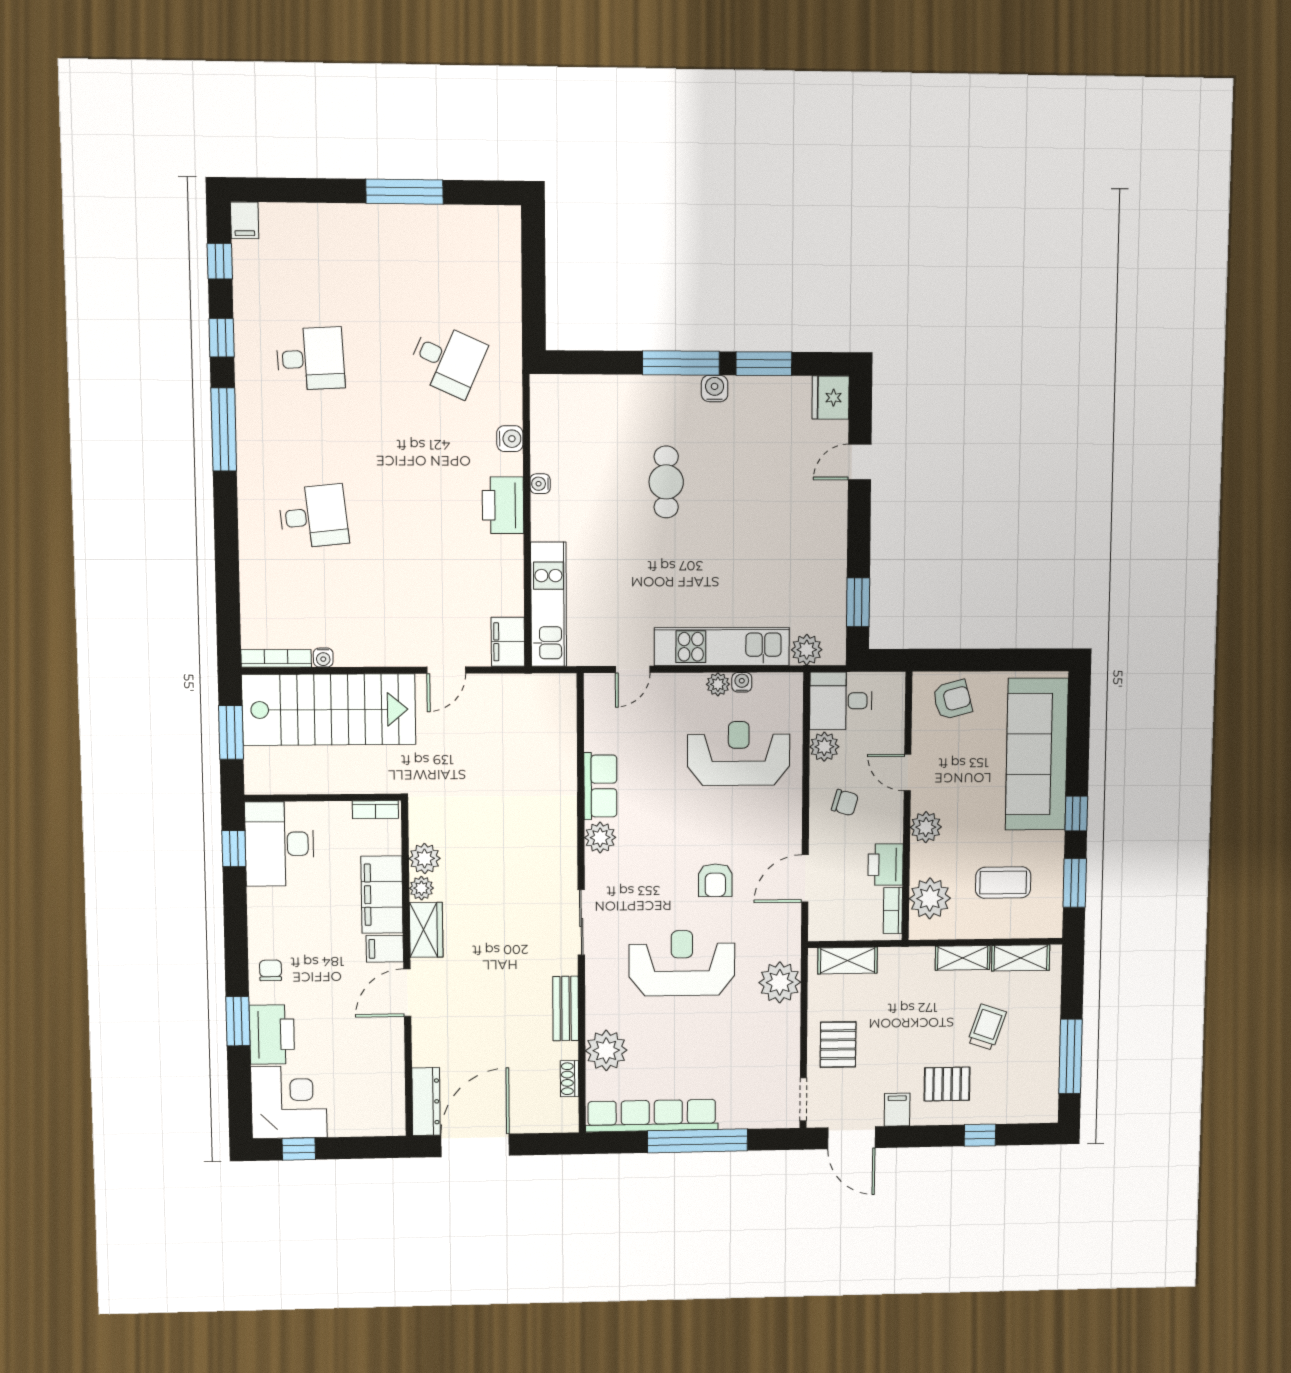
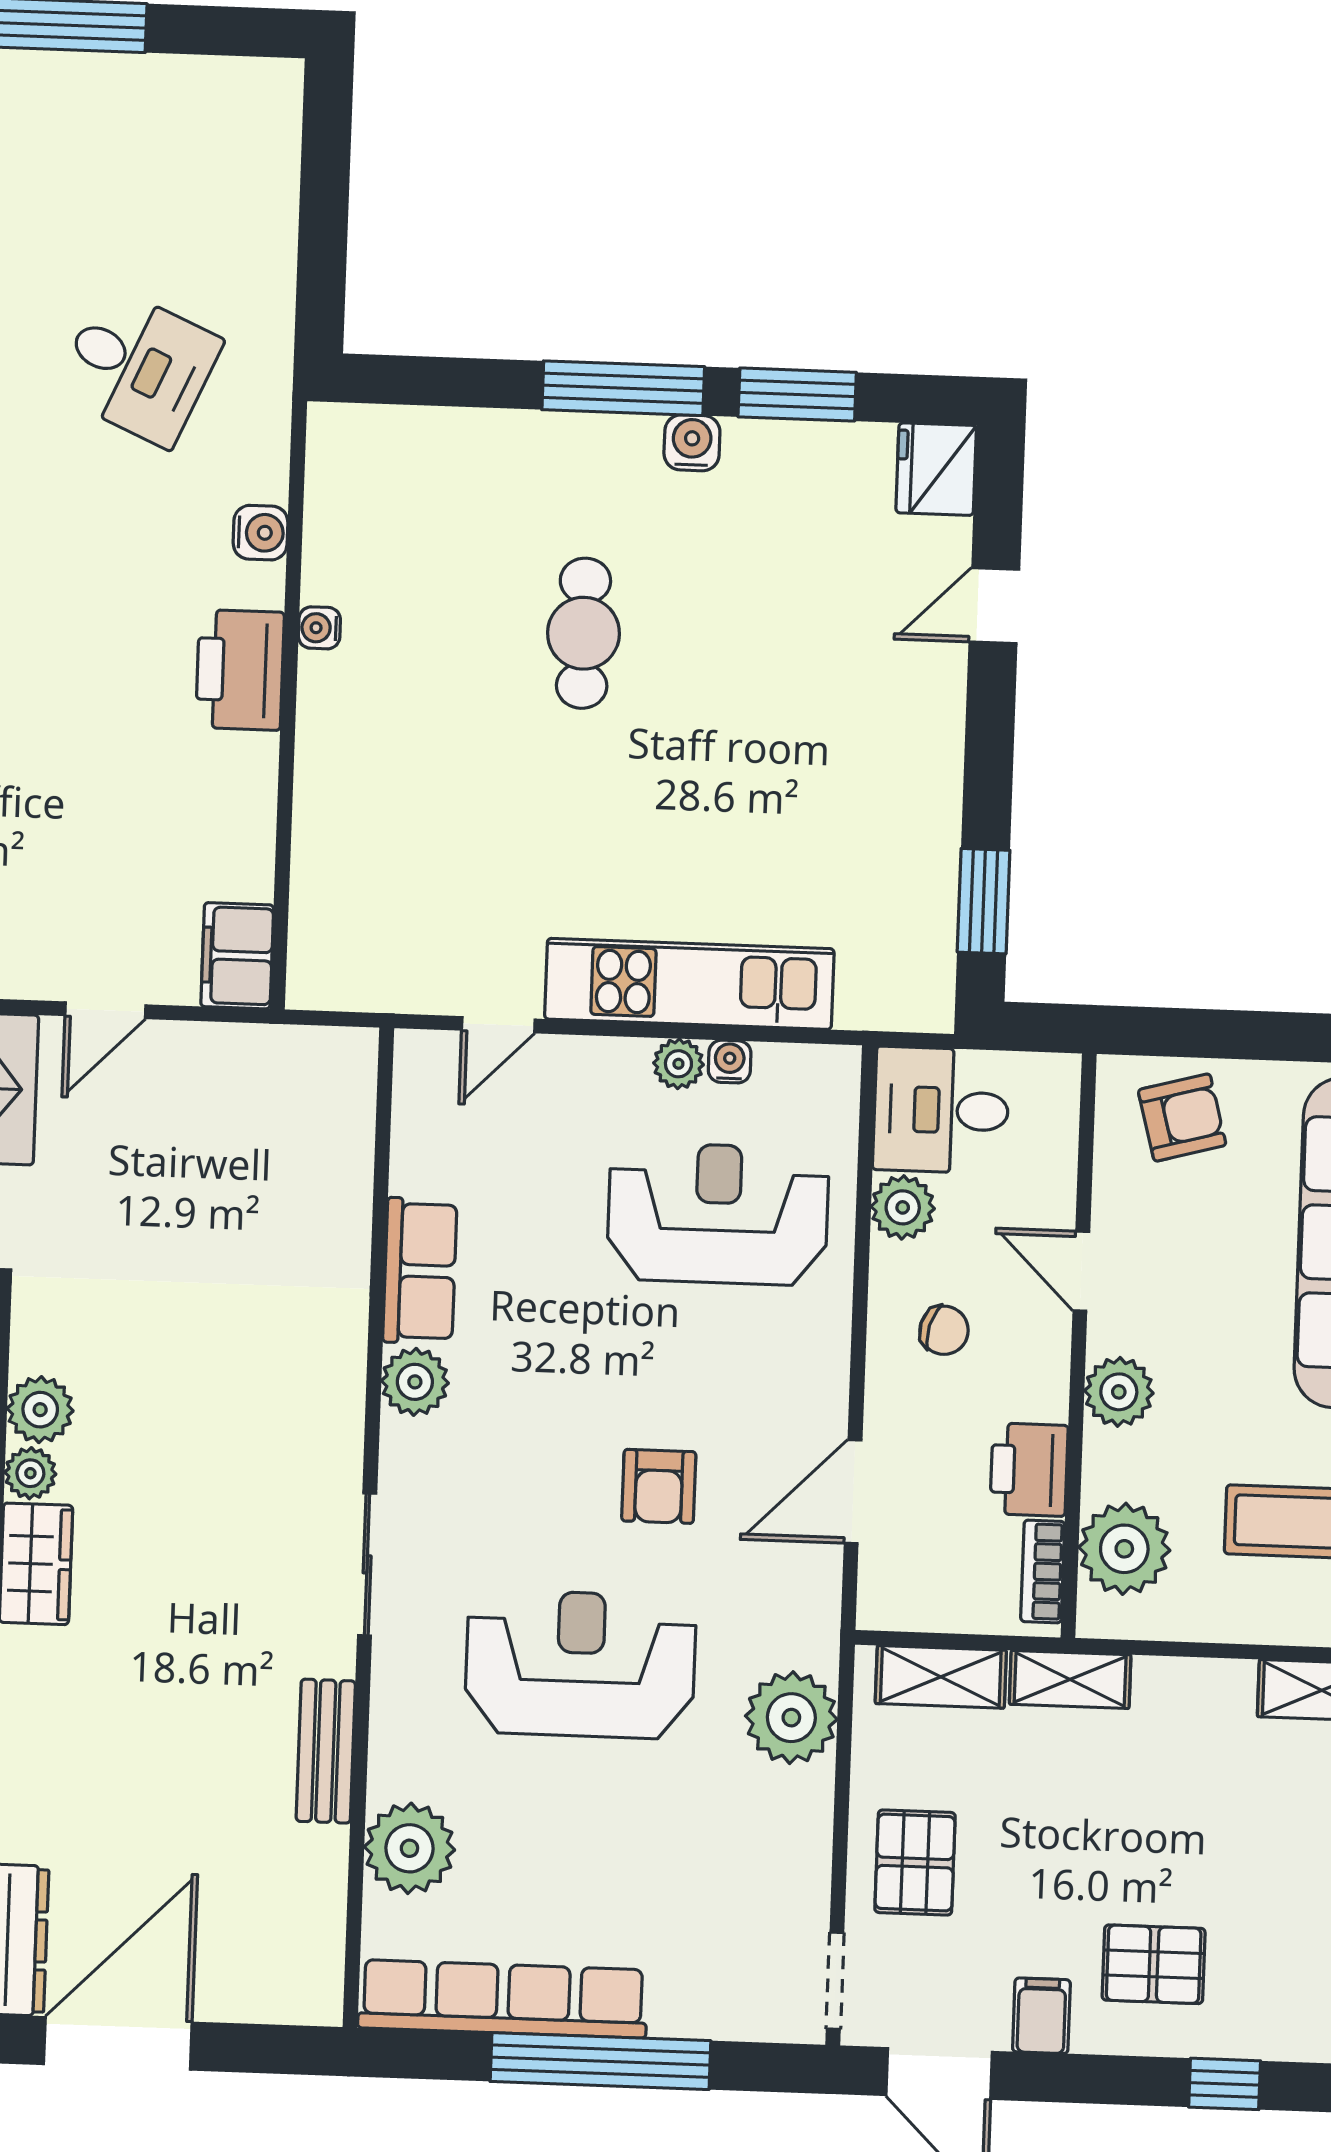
kitchen unit: (549, 604) -> (326, 880), removed
plant: (807, 650) -> (871, 998), removed
shelving: (963, 958) -> (1070, 1679), moved
trolley: (987, 1027) -> (1244, 1841), removed
shoe rack: (570, 1079) -> (328, 1907), removed

